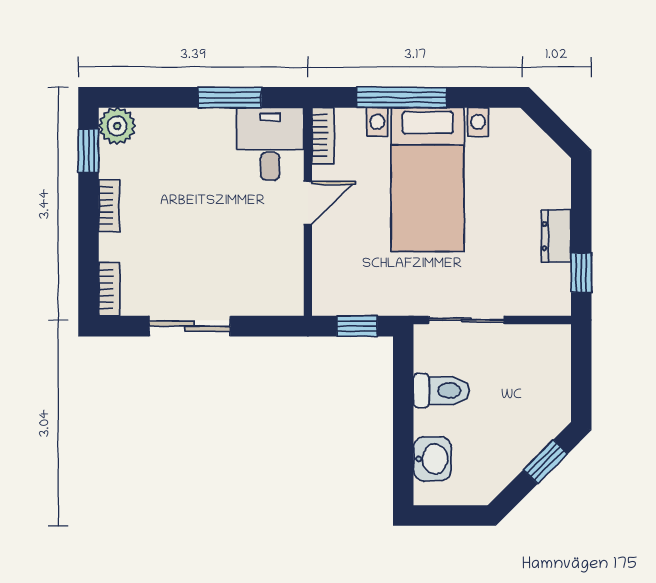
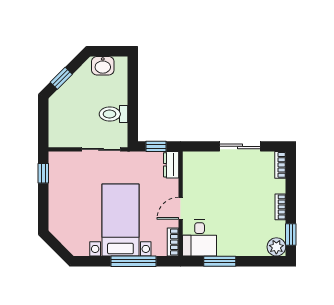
dresser: (556, 236) -> (171, 165), moved, turned 180
washbasin: (432, 459) -> (103, 66), moved, turned -90

